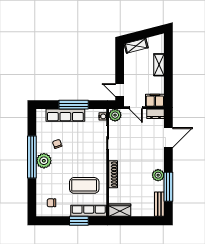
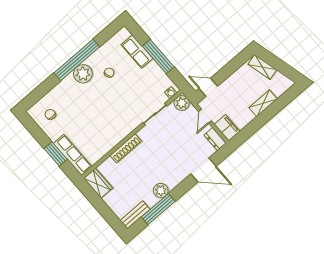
door: (120, 90) -> (208, 87), hinge flipped
row of seats: (65, 115) -> (137, 52), width x0.68
coffee table: (84, 185) -> (92, 131), removed

